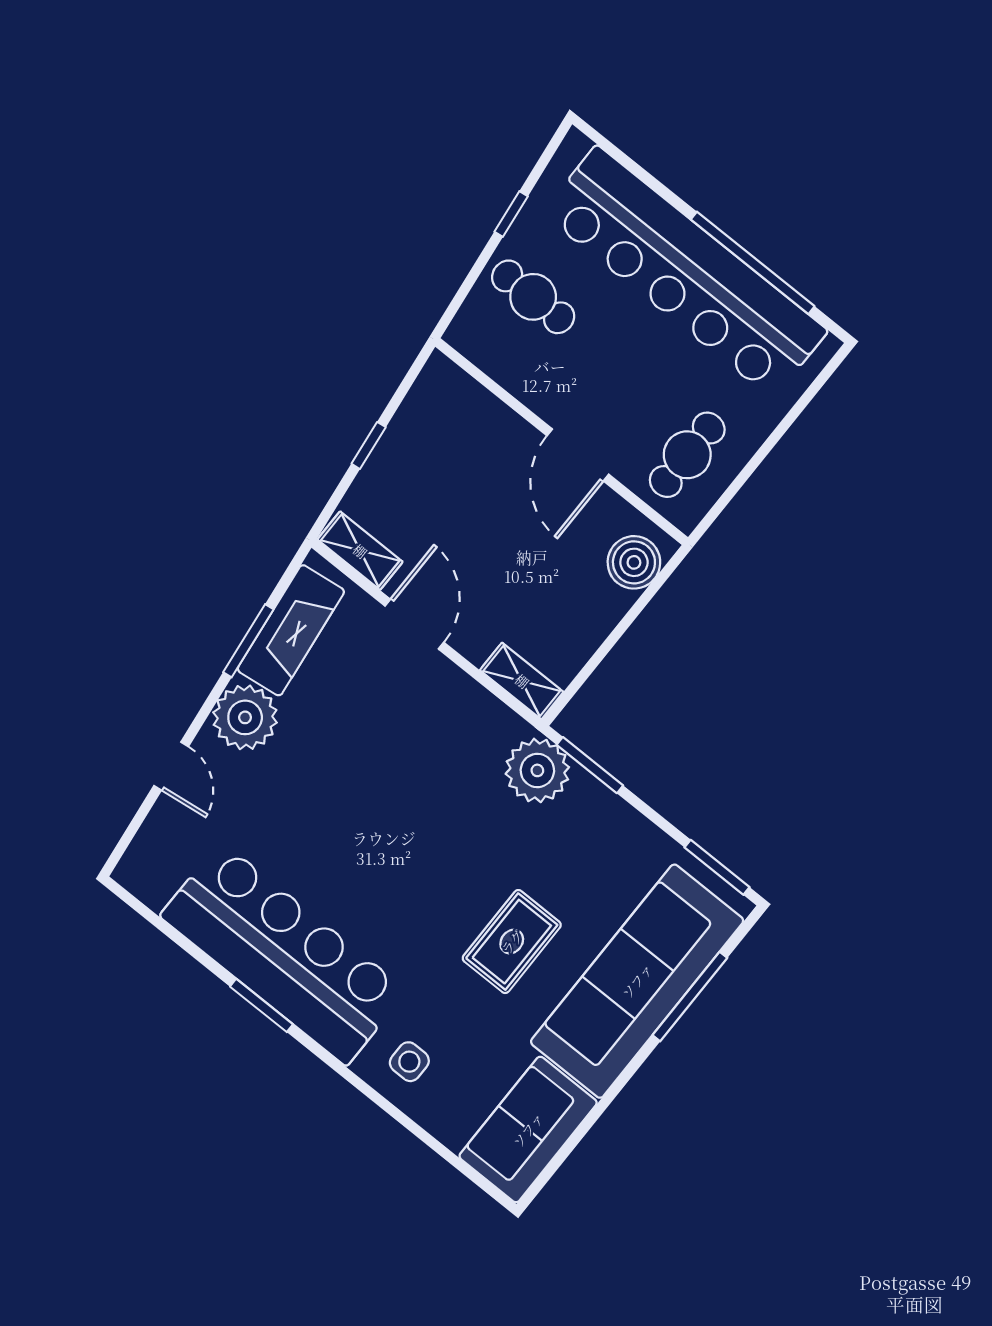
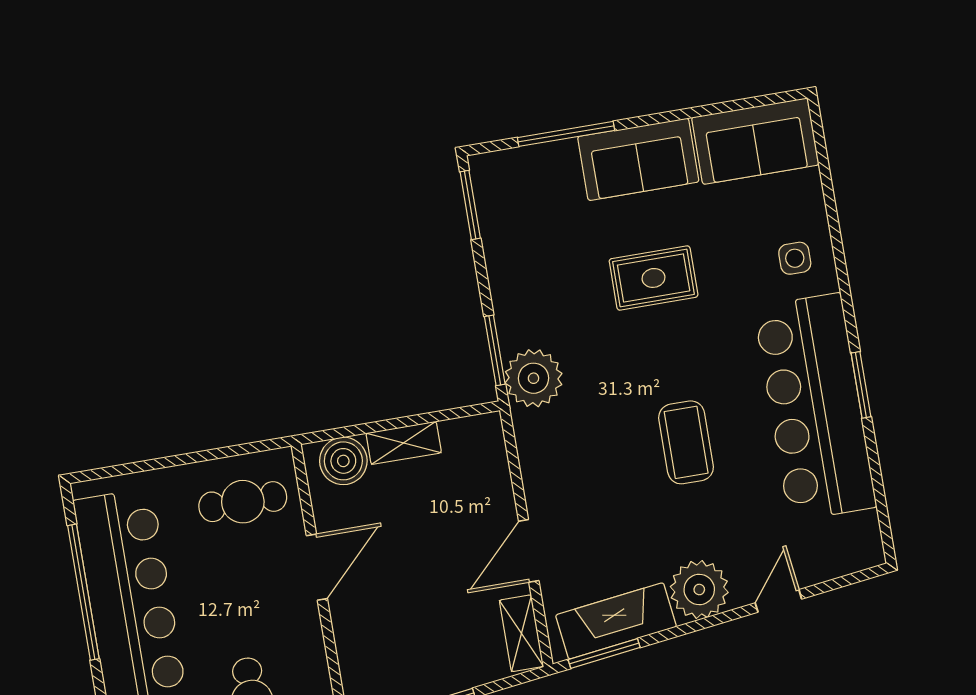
window: (248, 641) -> (604, 653), moved
shelving: (522, 681) -> (404, 443), moved, turned 90
coffee table: (364, 829) -> (686, 442), added
sofa: (637, 981) -> (638, 159), width x0.54, depth x0.79

